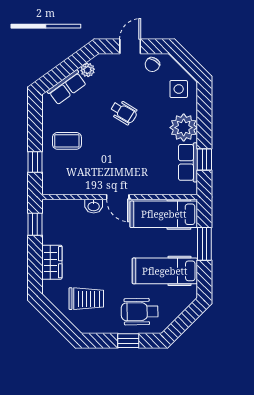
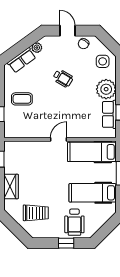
door: (130, 46) -> (67, 31), hinge flipped
door: (118, 197) -> (59, 139), swing flipped
washbasin: (94, 206) -> (41, 146), removed
wheelchair: (140, 312) -> (74, 222), turned -89

